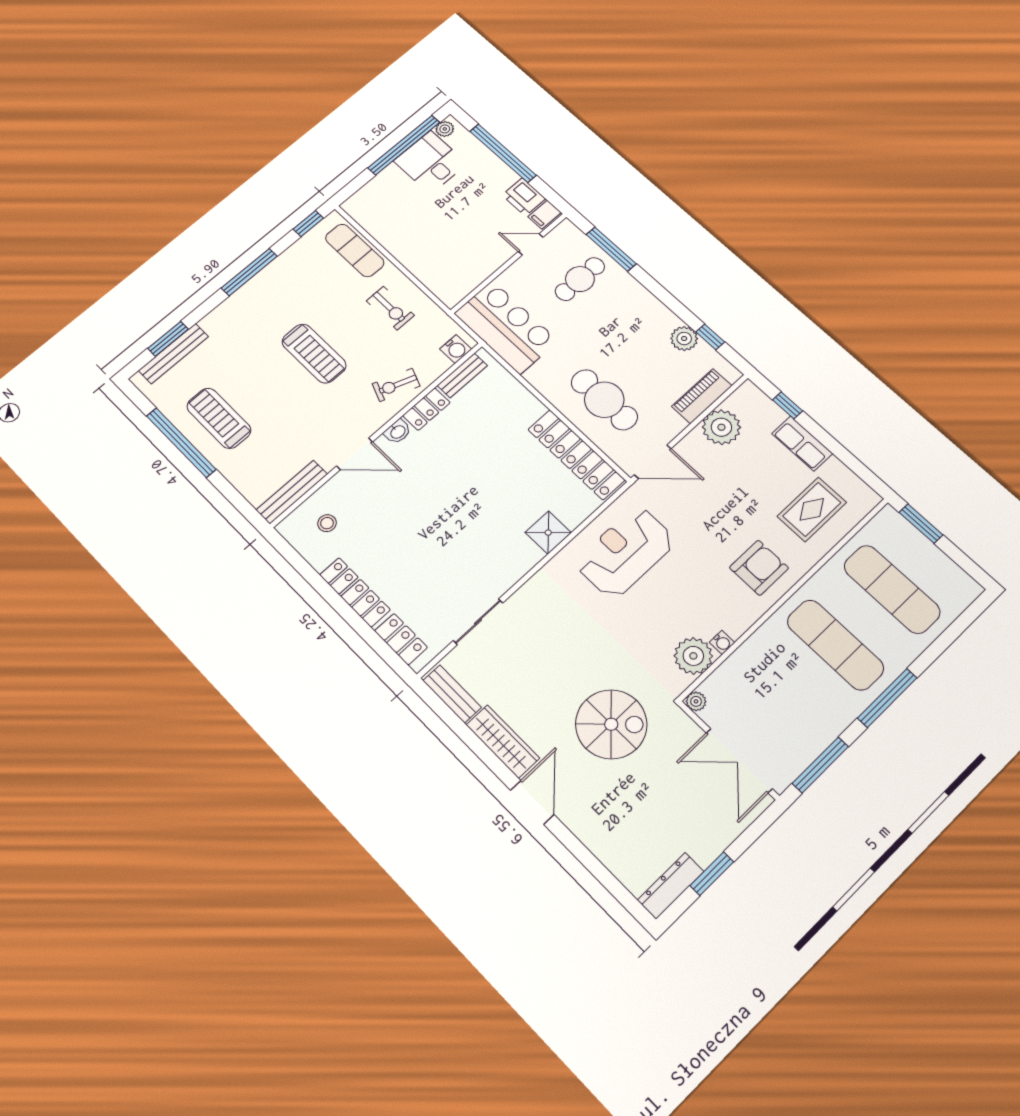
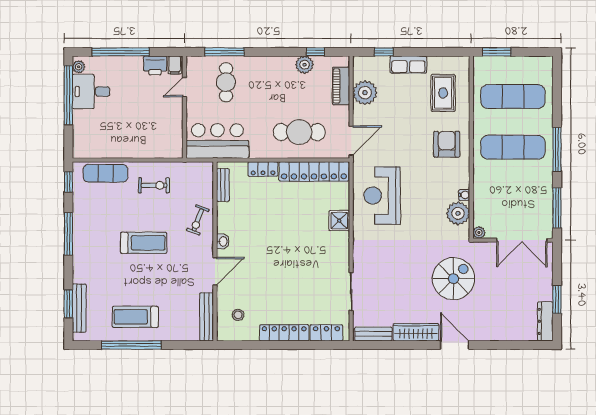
water cooler: (456, 349) -> (206, 175), removed
locker: (426, 409) -> (263, 169), moved, turned 90

